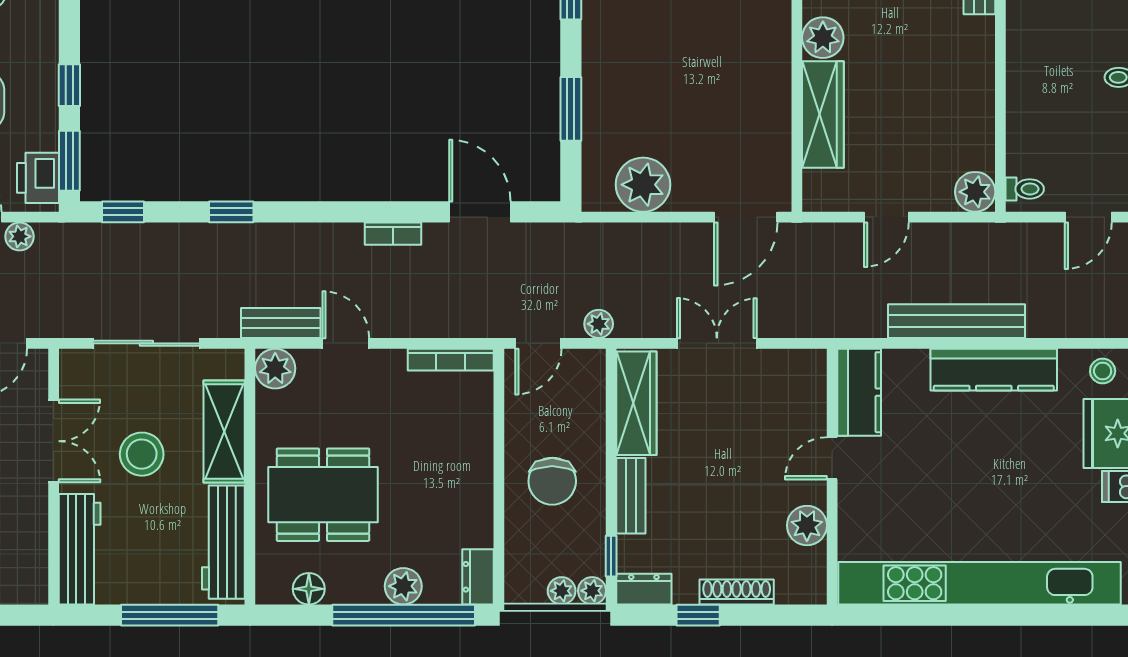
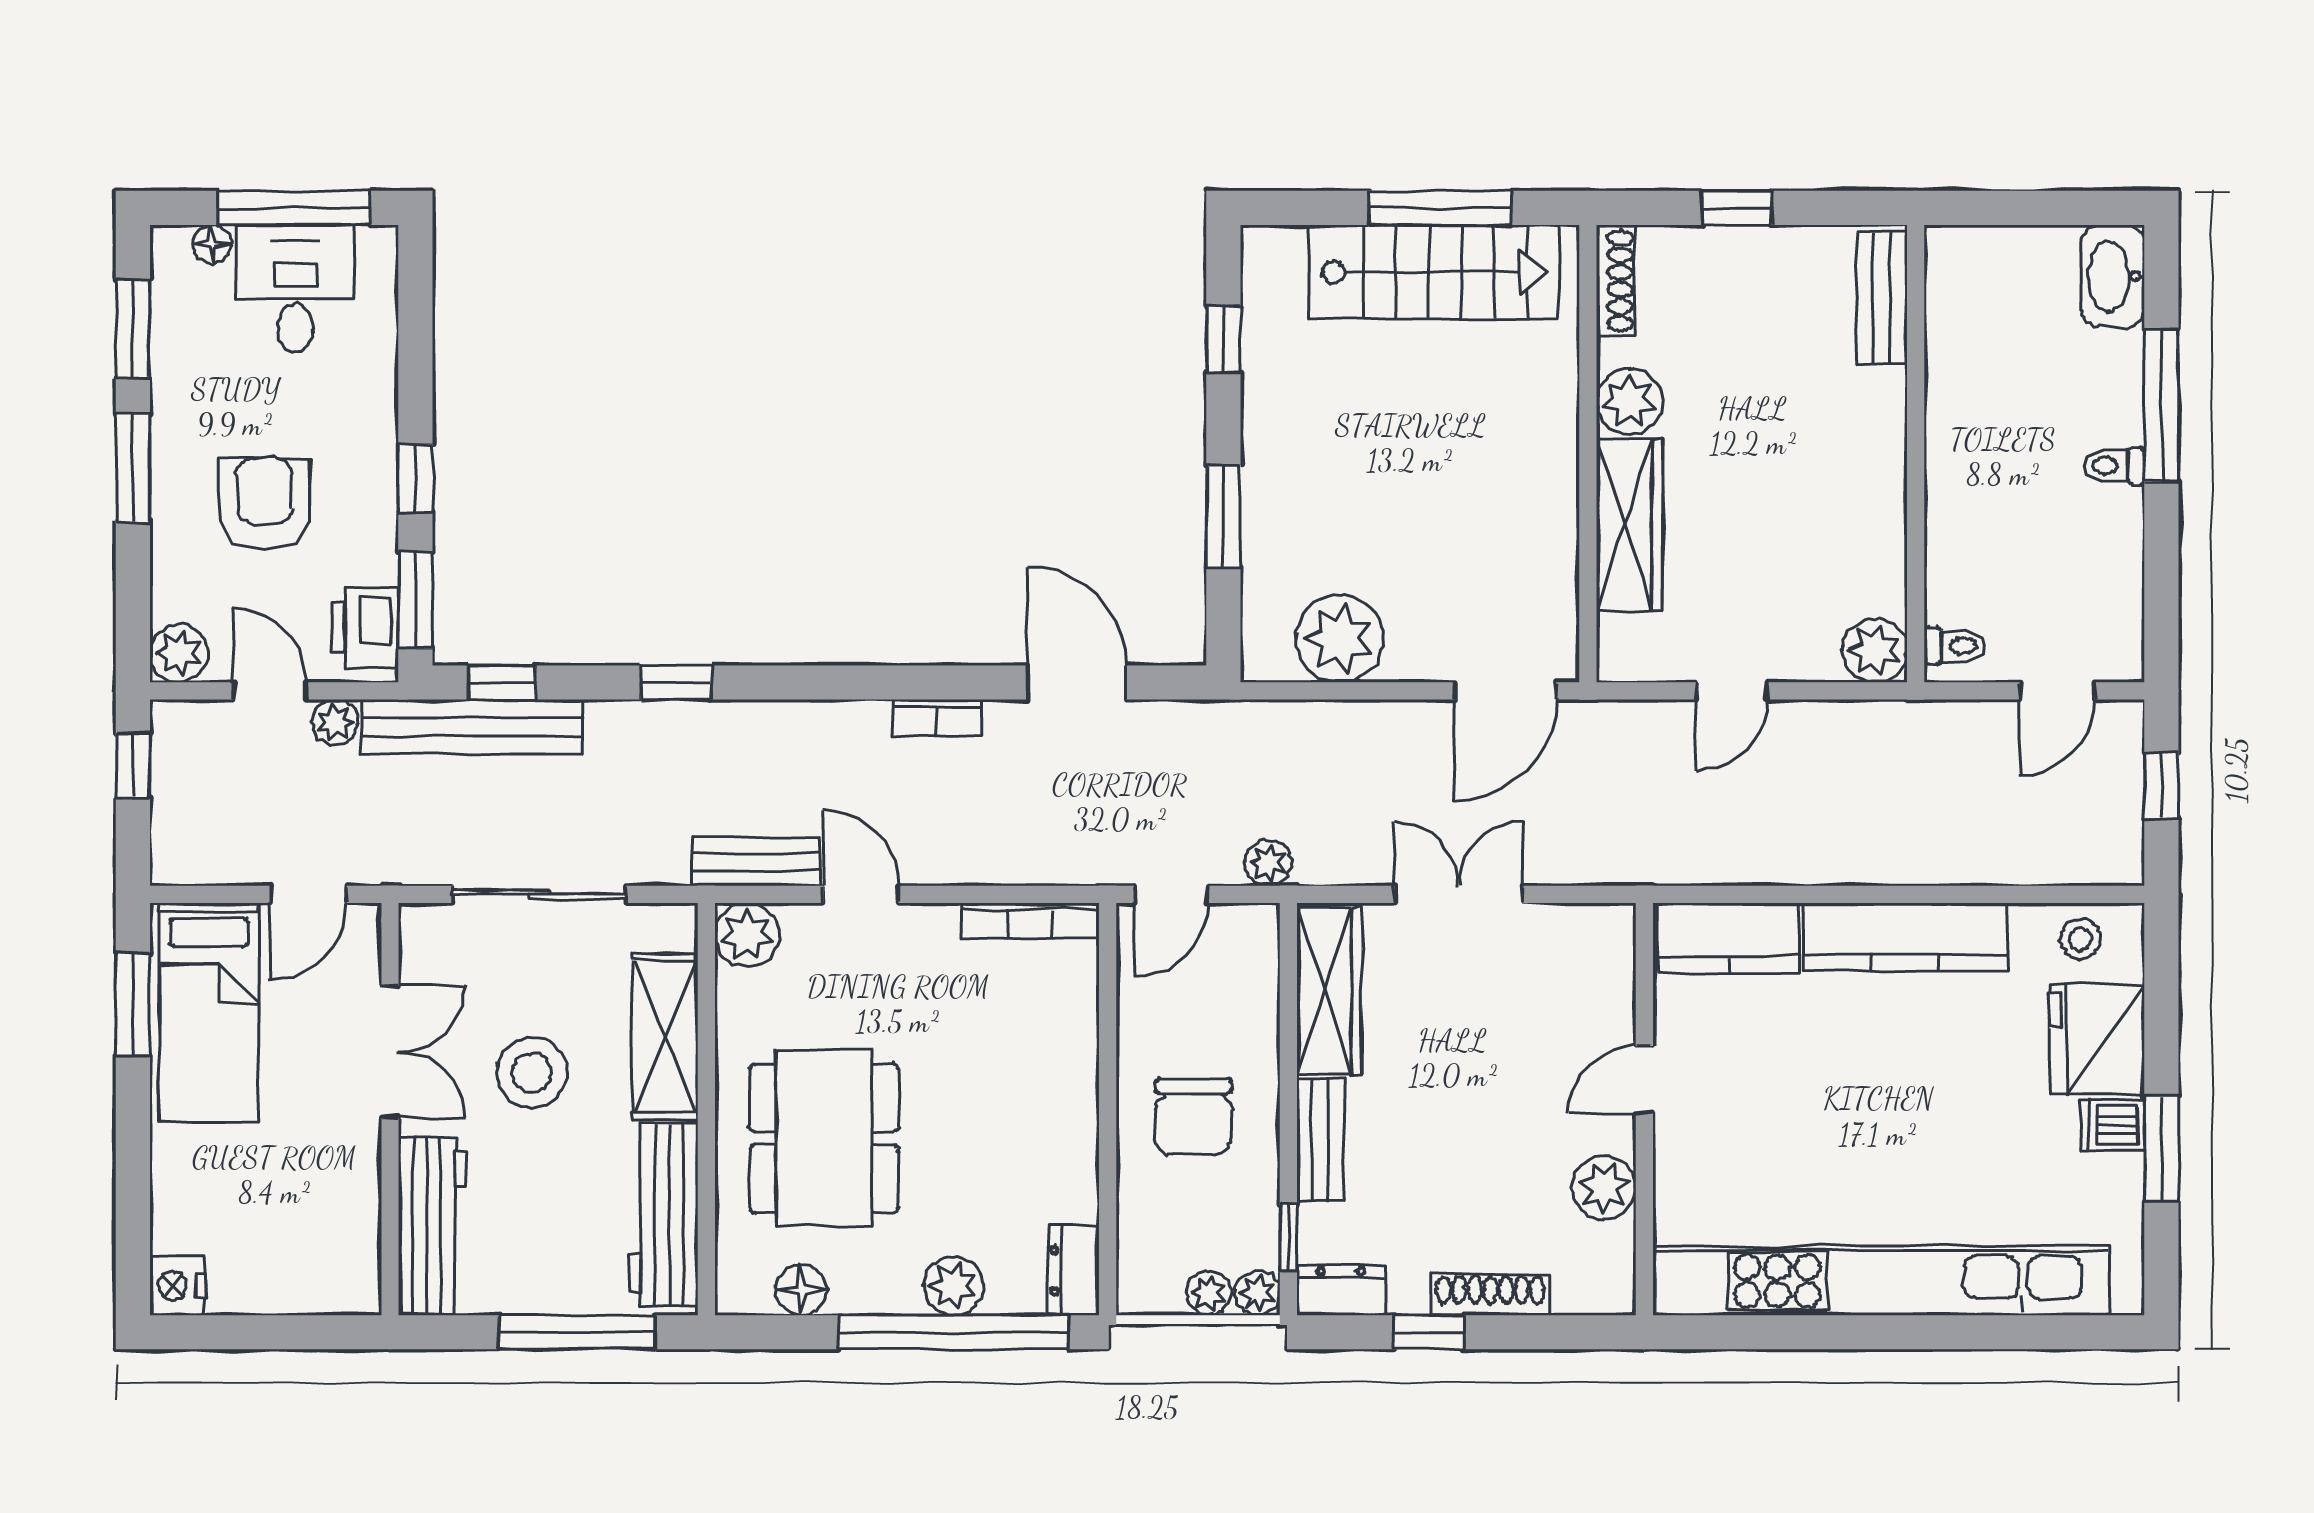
bench: (956, 321) -> (473, 727), moved
kitchen counter: (859, 392) -> (1728, 938), moved, turned 90
dining table: (323, 495) -> (824, 1138), turned 90

